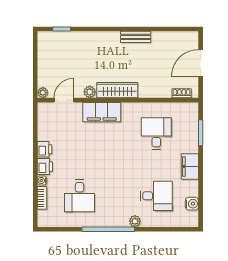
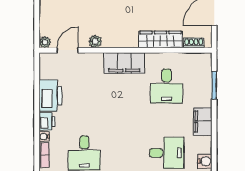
wardrobe: (117, 90) -> (161, 40), moved
filing cabinet: (102, 112) -> (124, 63), moved
desk: (156, 134) -> (167, 86), turned 180
printer: (45, 149) -> (50, 96), width x1.87, depth x1.48

